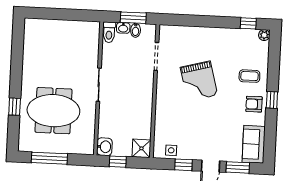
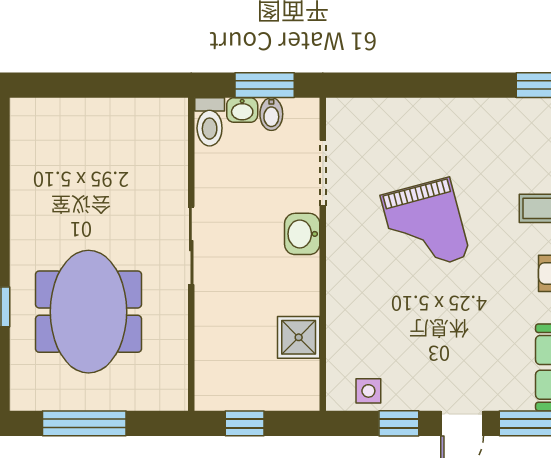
meeting table: (53, 111) -> (88, 312), turned 90
washbasin: (104, 147) -> (302, 234), moved, turned 180
shower: (141, 148) -> (299, 337), moved

